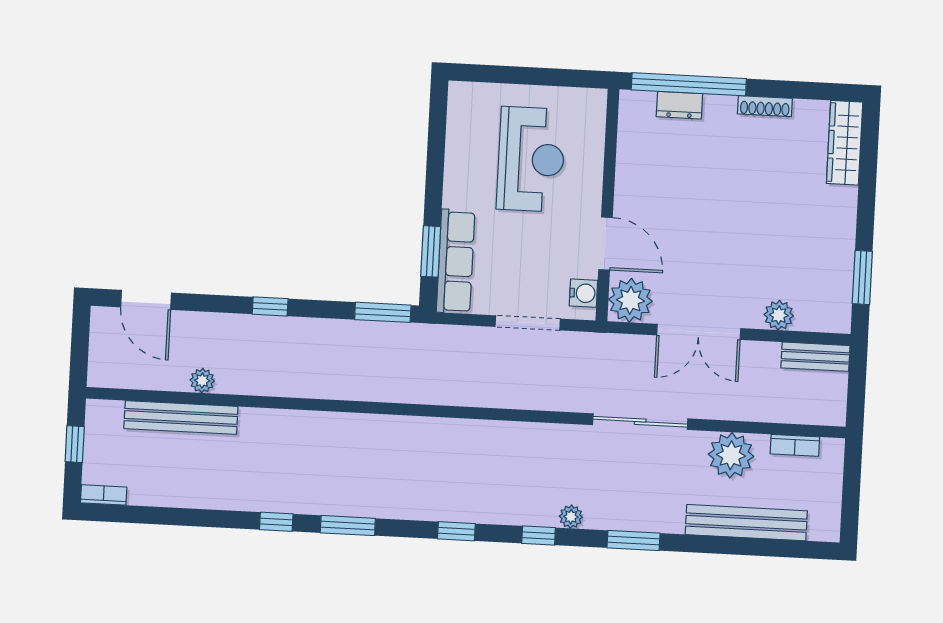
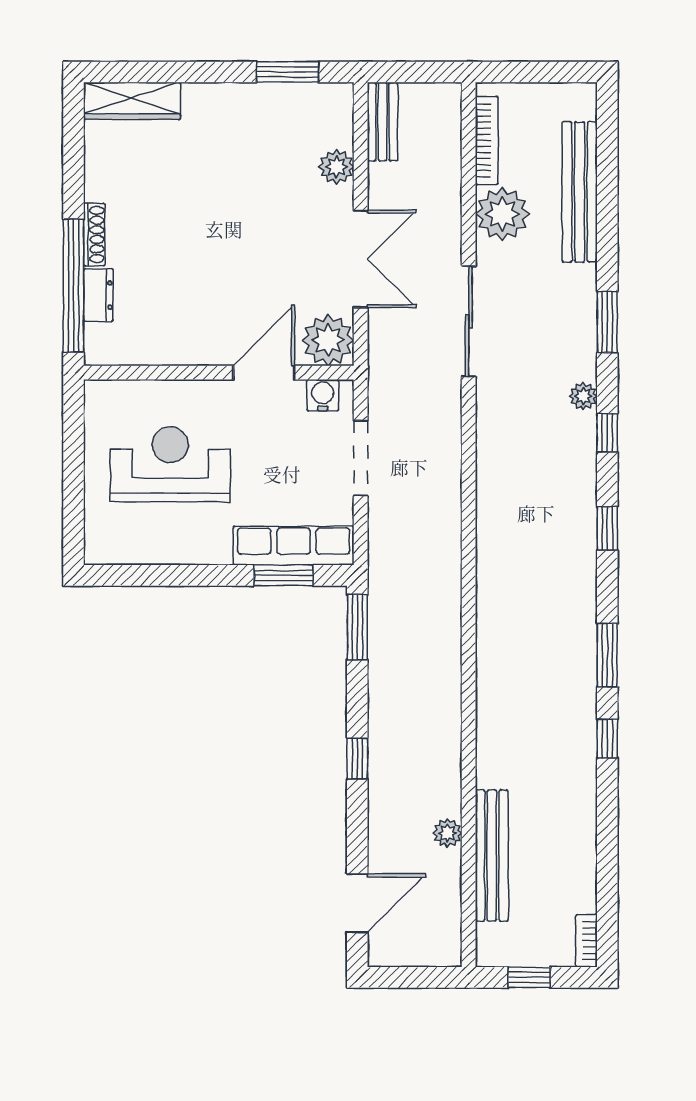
shoe rack: (765, 106) -> (94, 235), moved
bookcase: (795, 445) -> (487, 140), width x1.56

